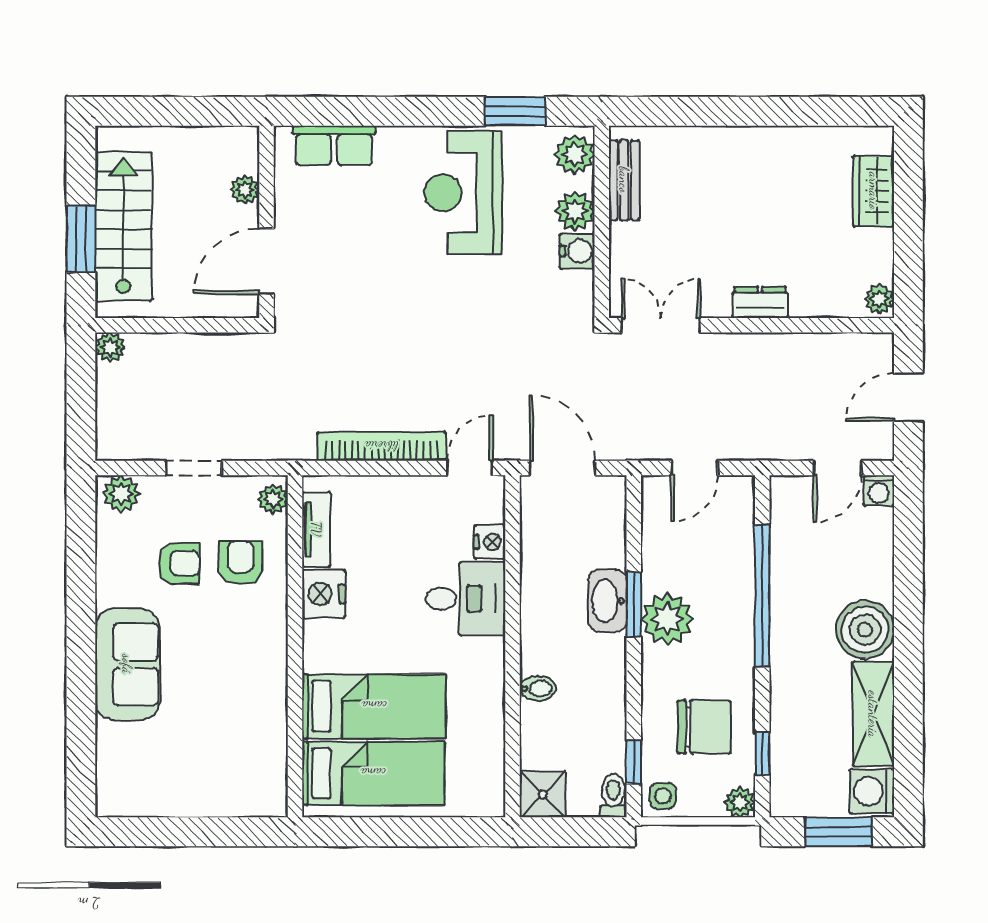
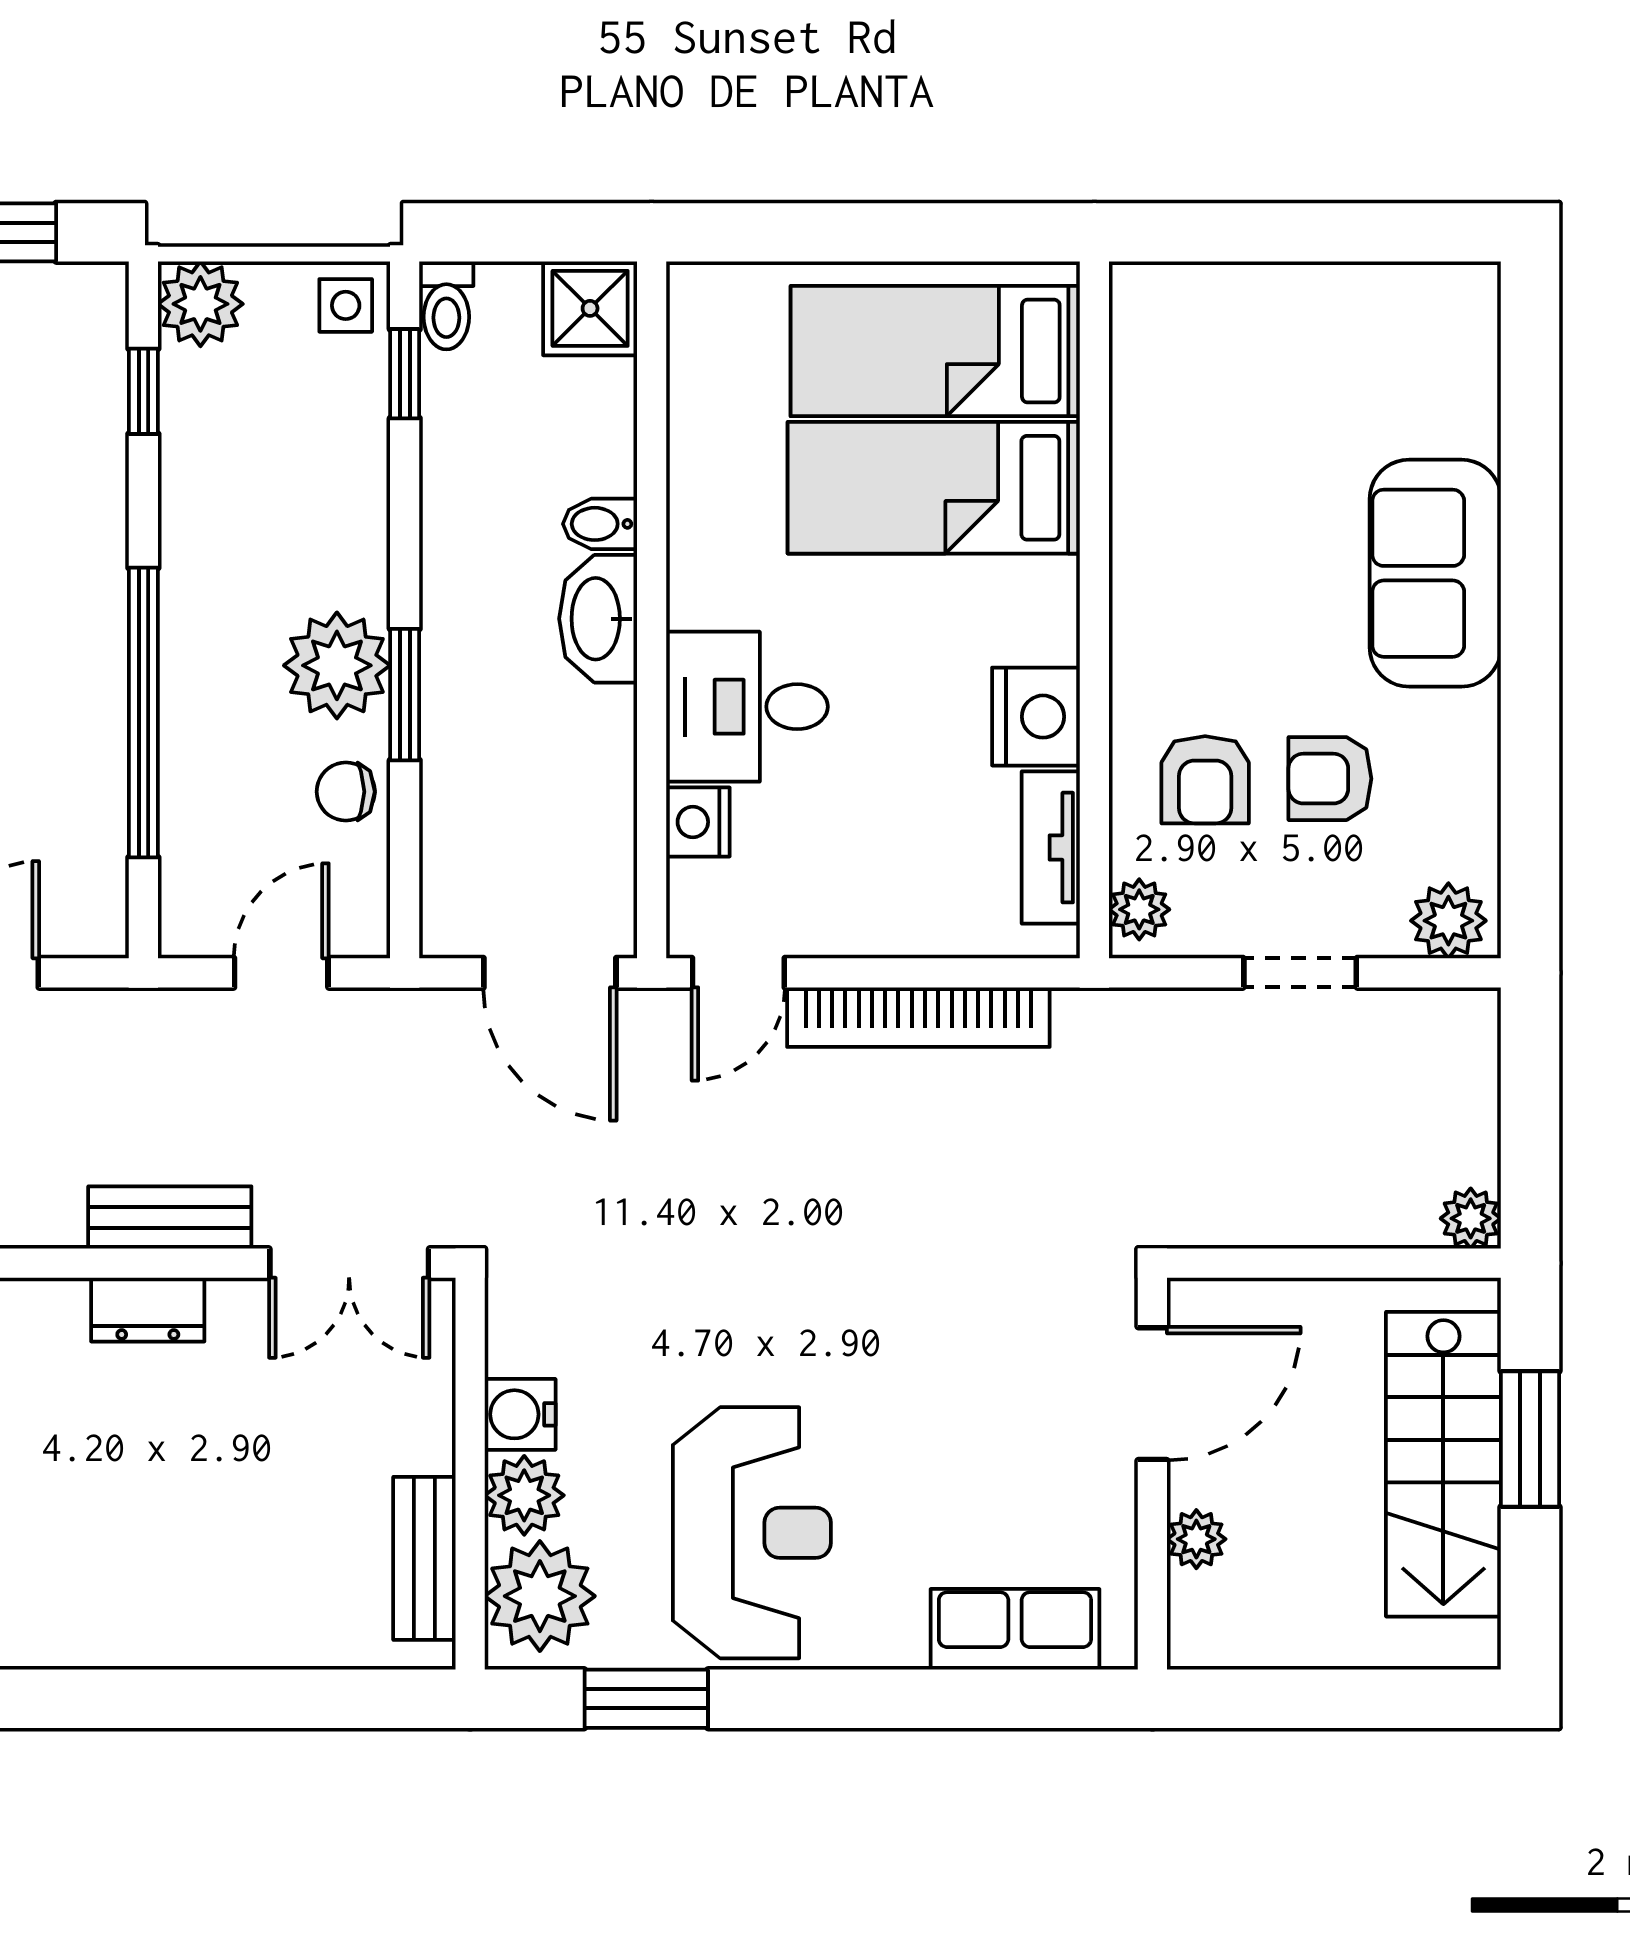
plant: (575, 155) -> (540, 1596), width x1.36, depth x1.36
bench: (749, 348) -> (170, 1218), added
washbasin: (608, 601) -> (598, 619), moved, turned 180
chair: (704, 727) -> (346, 792), moved, width x0.54, depth x0.54
plant: (740, 802) -> (200, 304), width x1.38, depth x1.38

